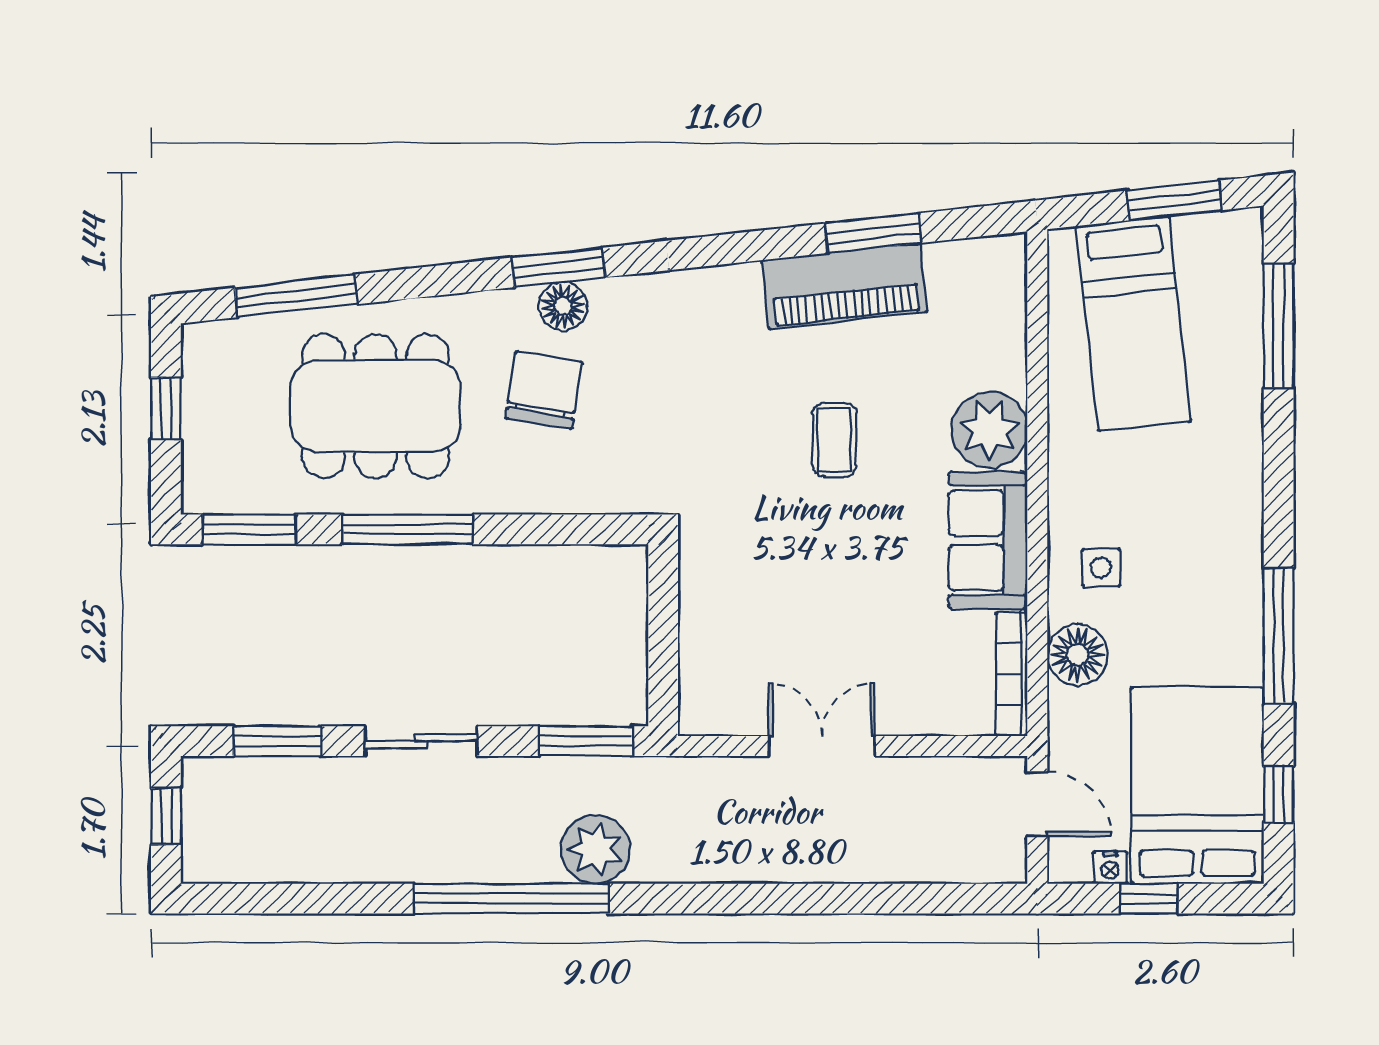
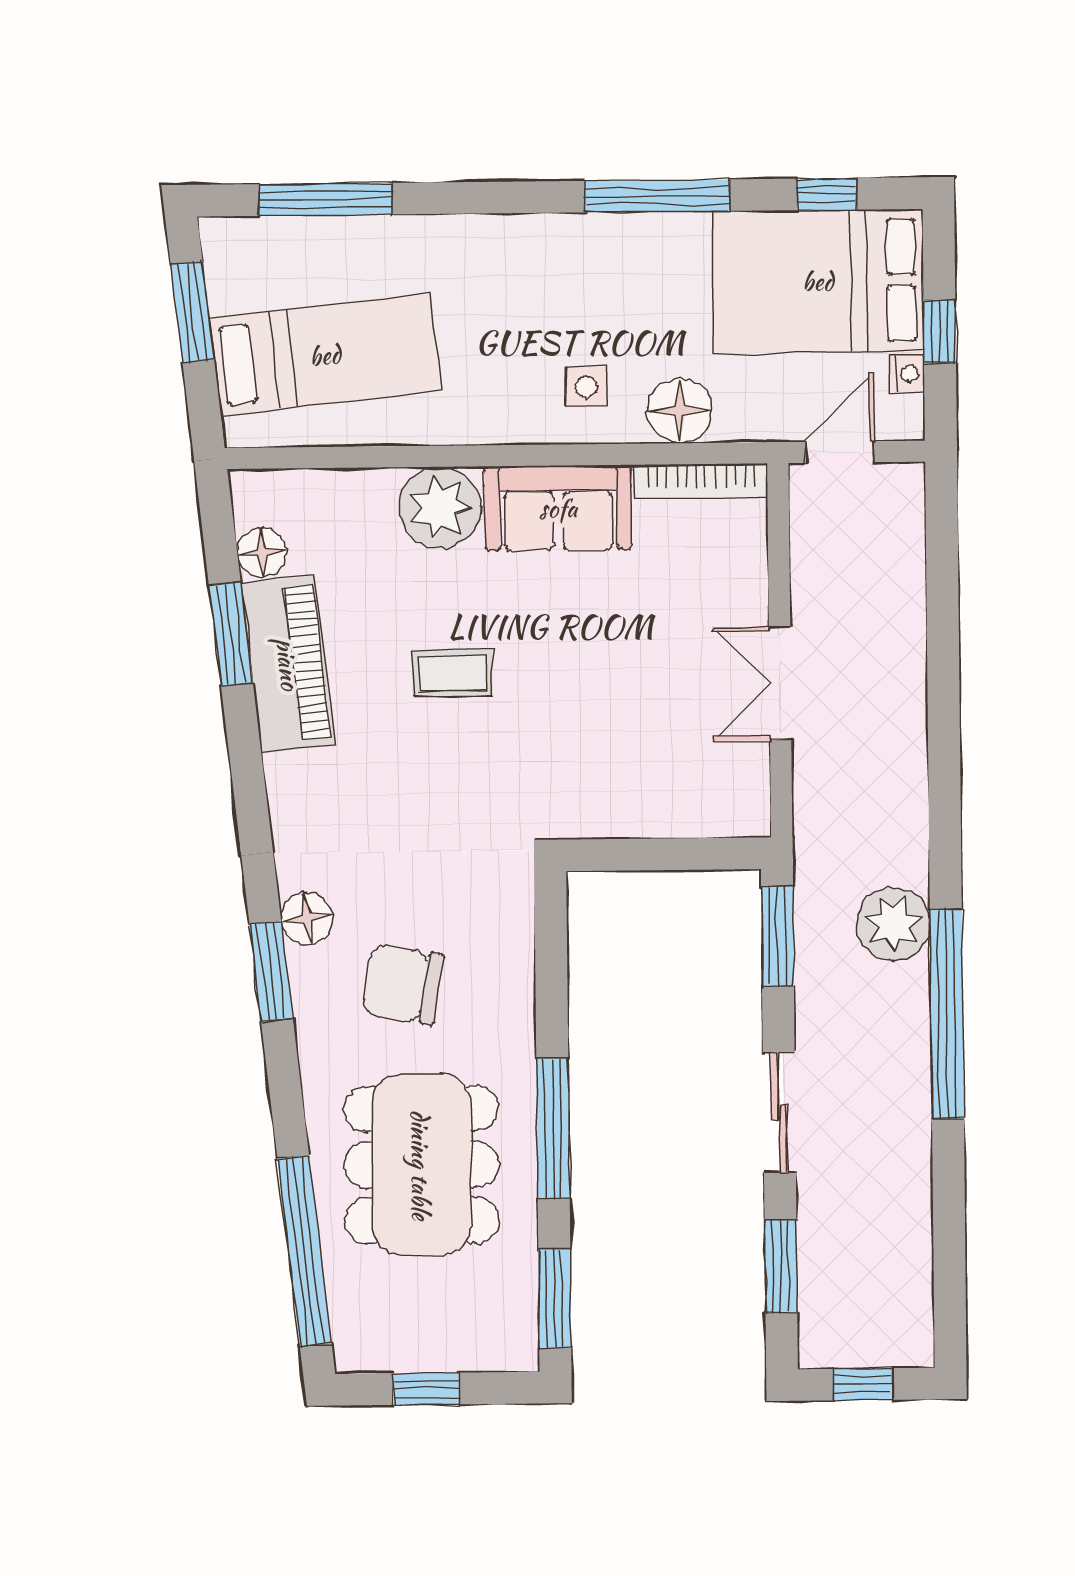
floor lamp: (949, 263) -> (262, 552), added
window: (296, 296) -> (304, 1251), width x1.46
floor lamp: (563, 306) -> (307, 918), moved

